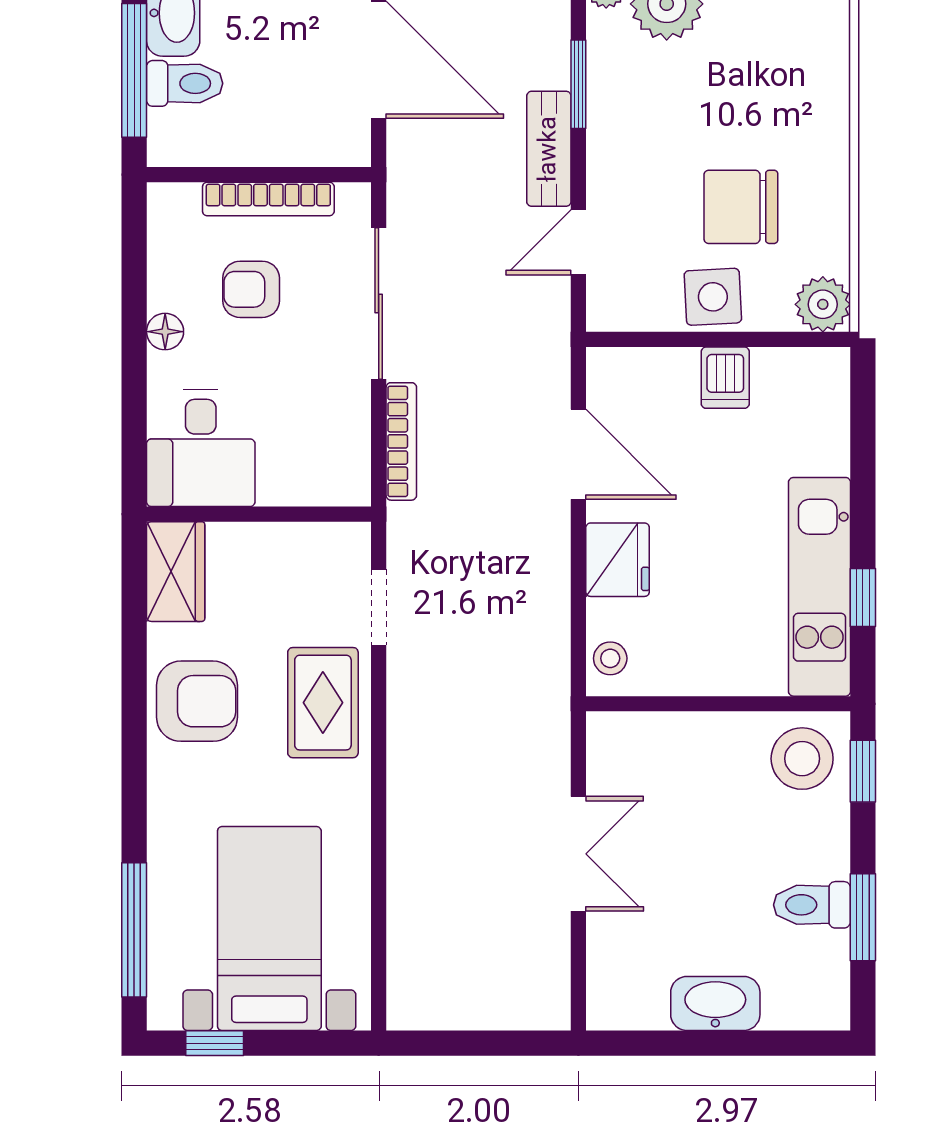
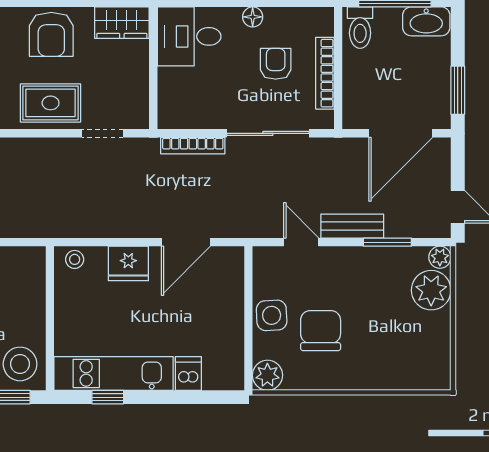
toilet: (185, 83) -> (360, 28), moved
dishwasher: (725, 378) -> (188, 373), moved, turned 90

